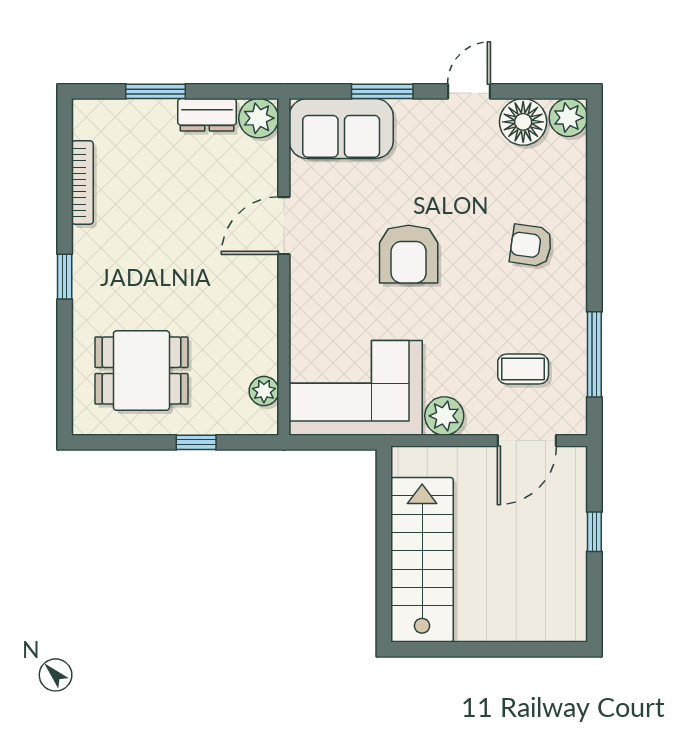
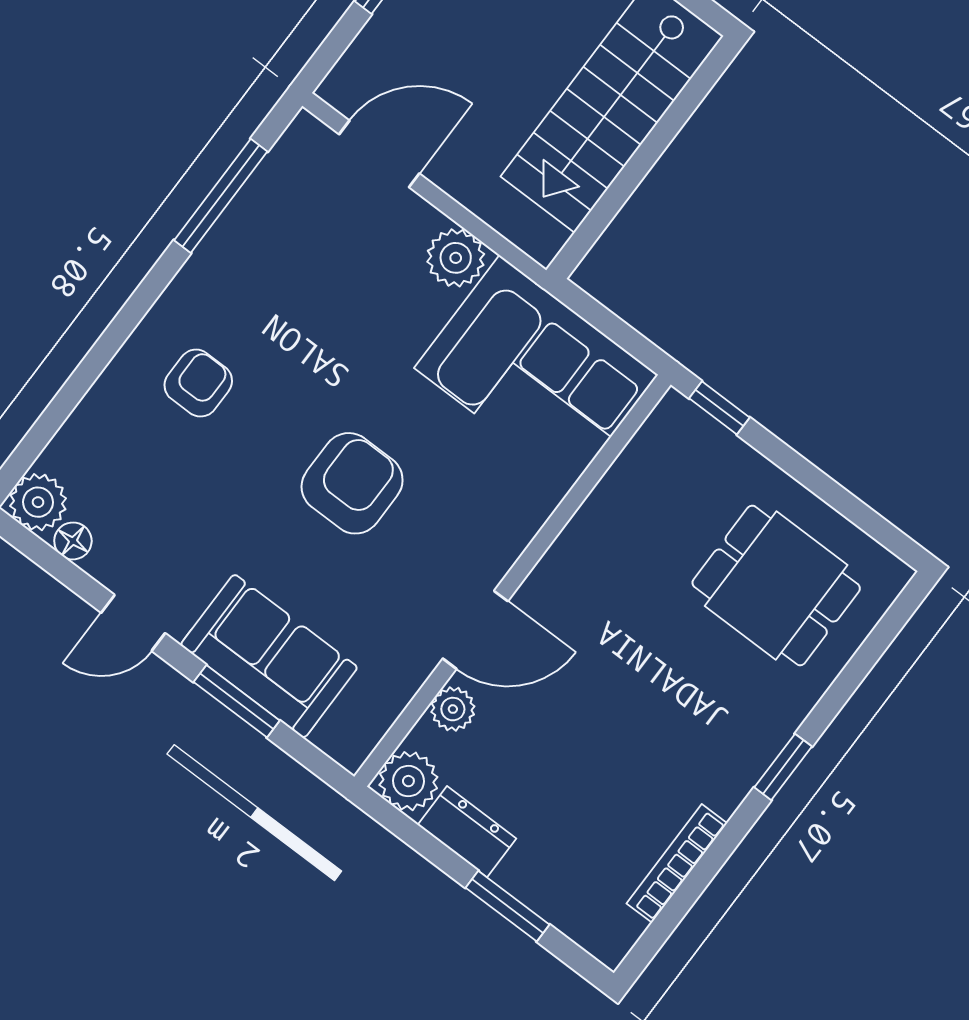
floor lamp: (523, 122) -> (73, 541), width x0.53, depth x0.53
sofa: (341, 129) -> (269, 656), moved
armchair: (531, 246) -> (198, 383), turned -98
coffee table: (523, 369) -> (319, 243), removed
plant: (264, 391) -> (453, 709), moved
window: (196, 442) -> (719, 408), moved

